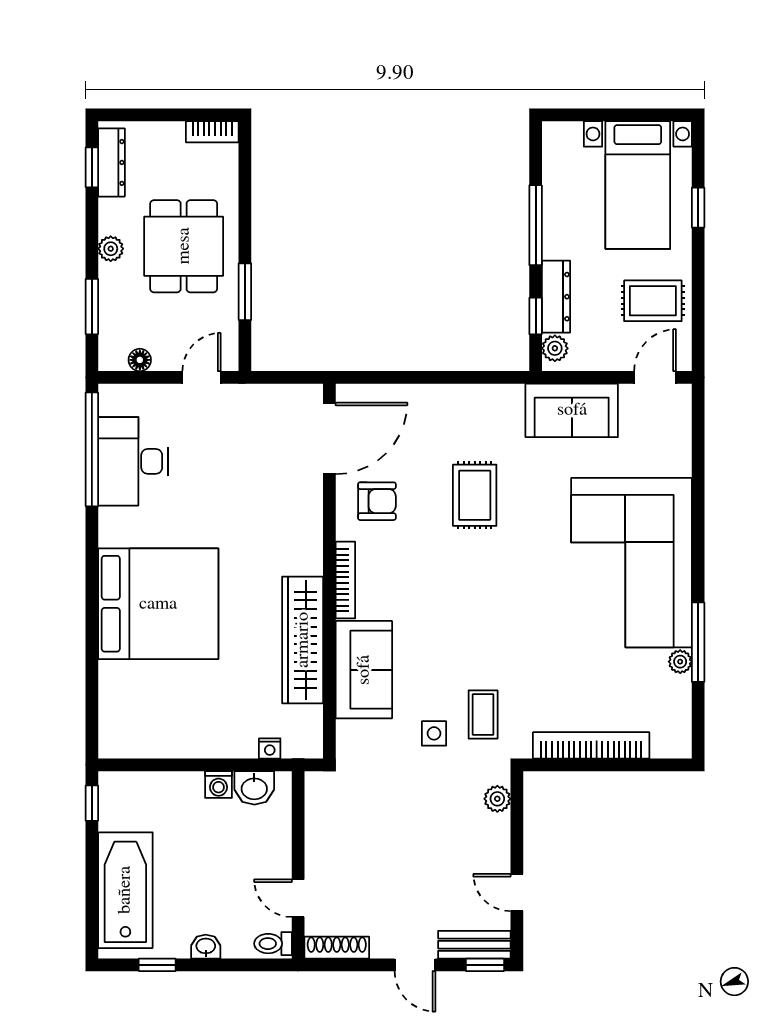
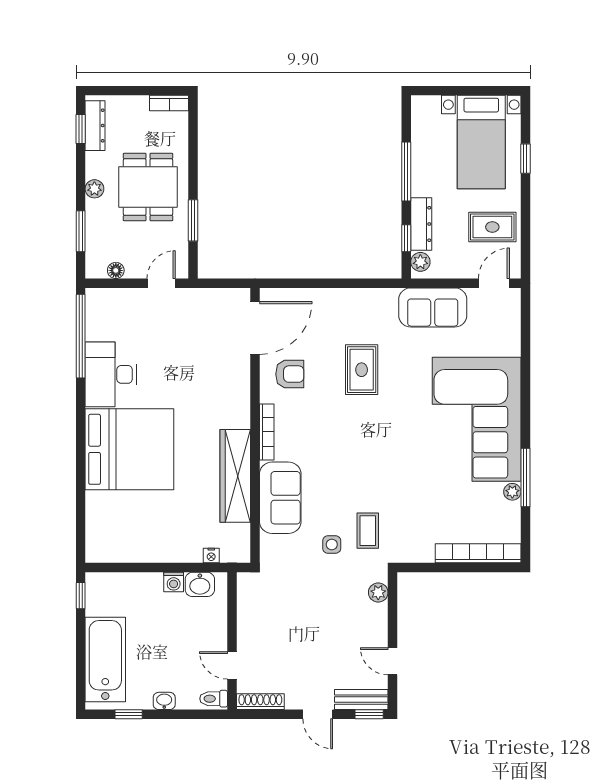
desk: (133, 461) -> (111, 374), moved
bookcase: (591, 745) -> (478, 553), moved

